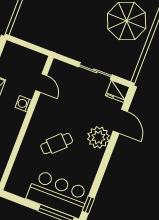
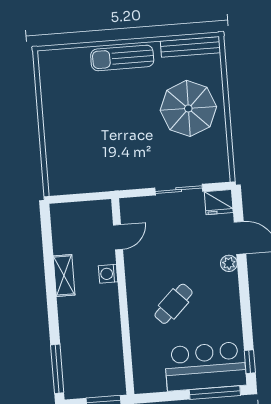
door: (41, 83) -> (118, 237), hinge flipped
plant: (98, 137) -> (229, 263), width x0.53, depth x0.53

